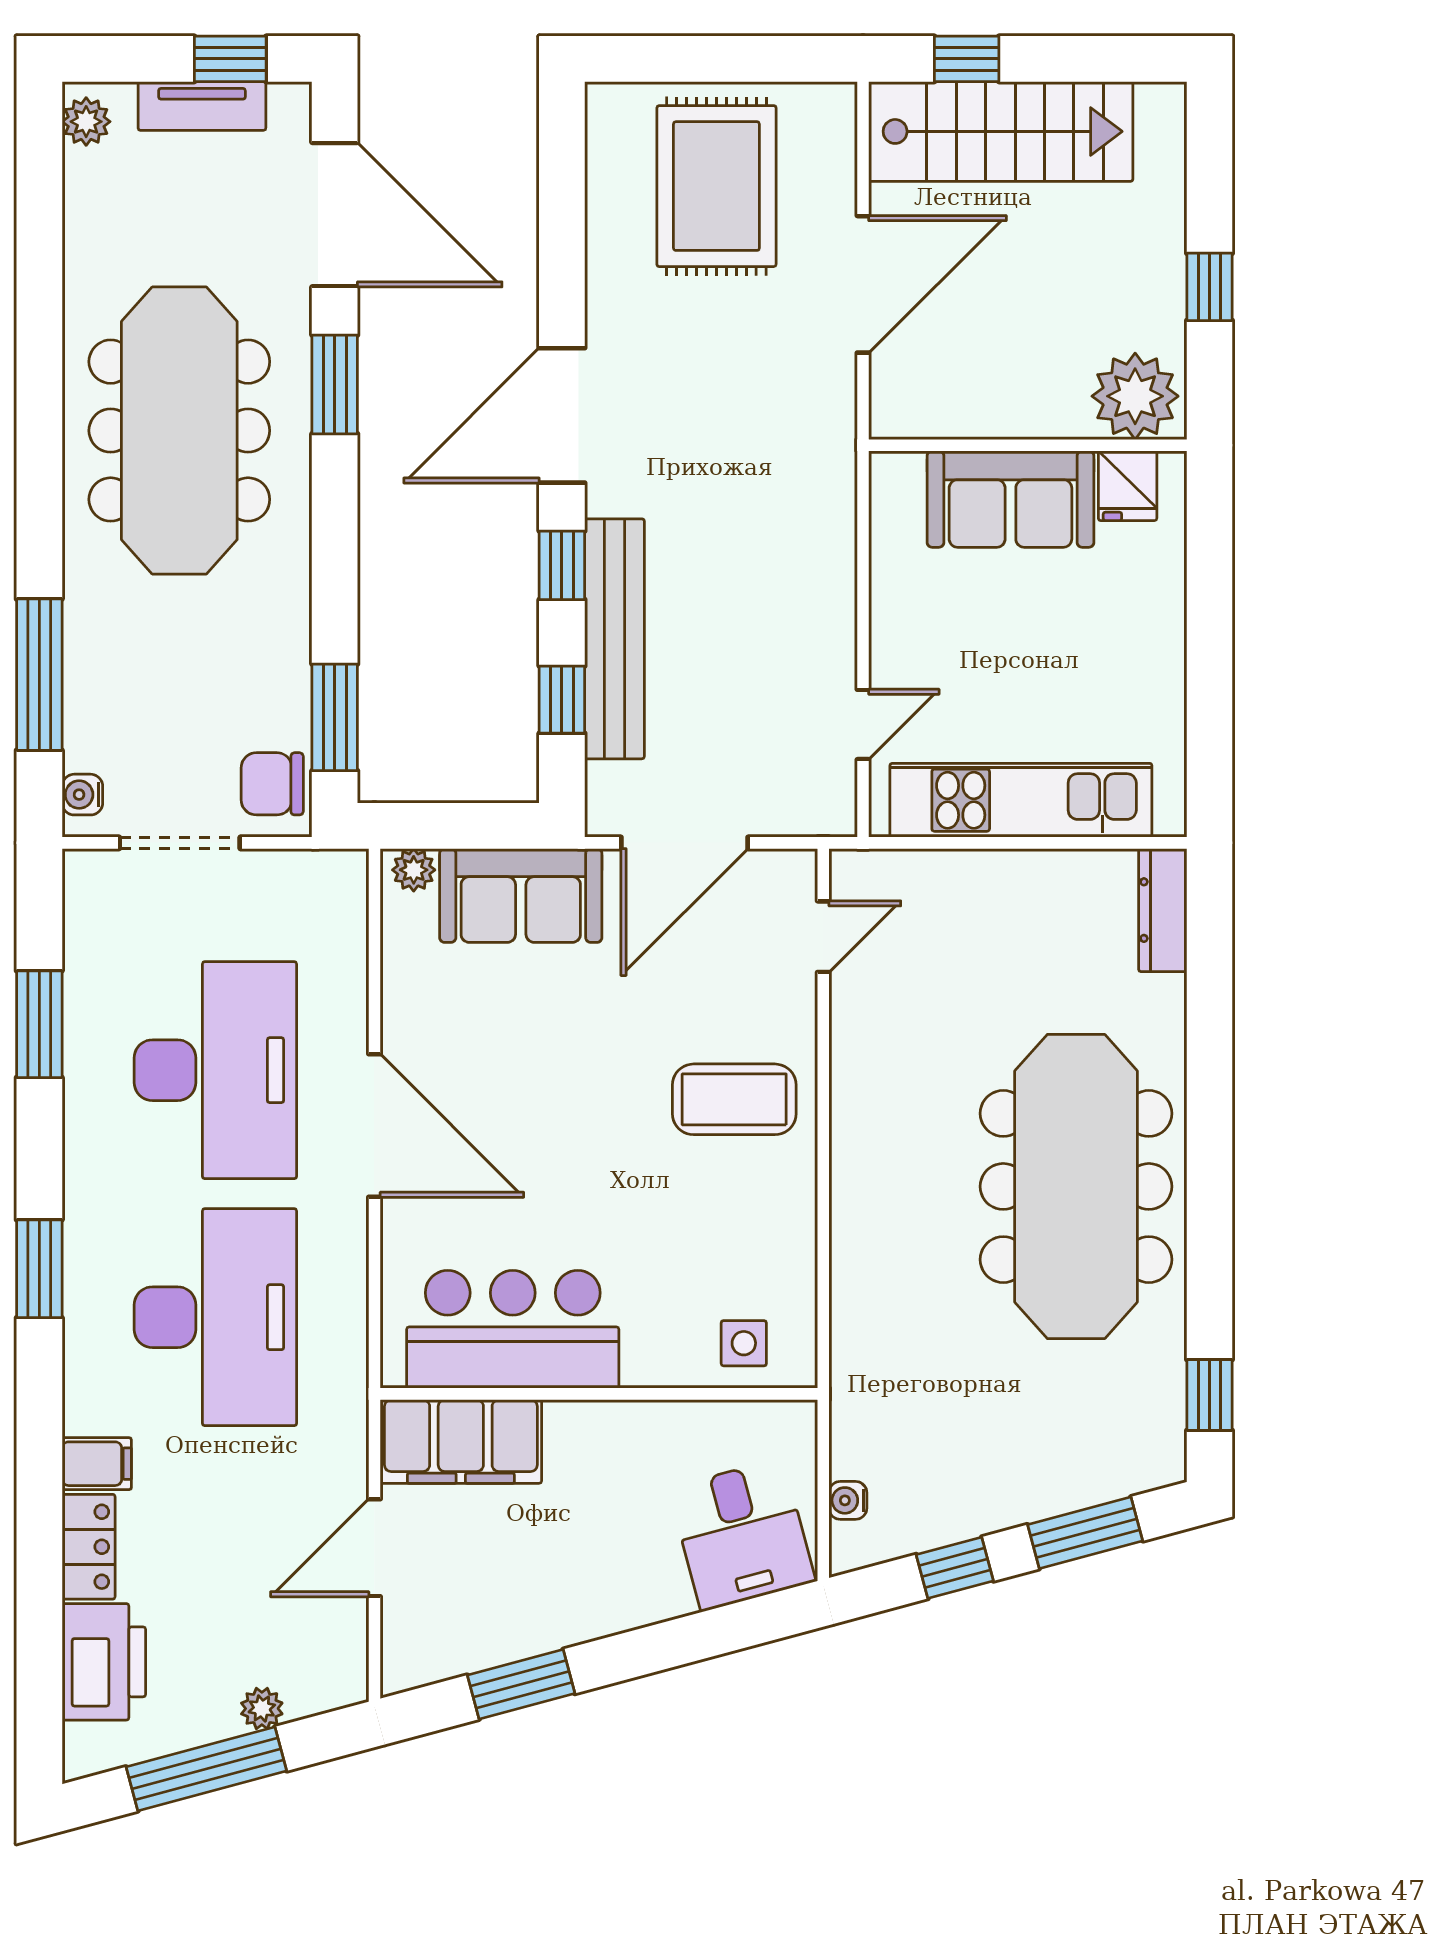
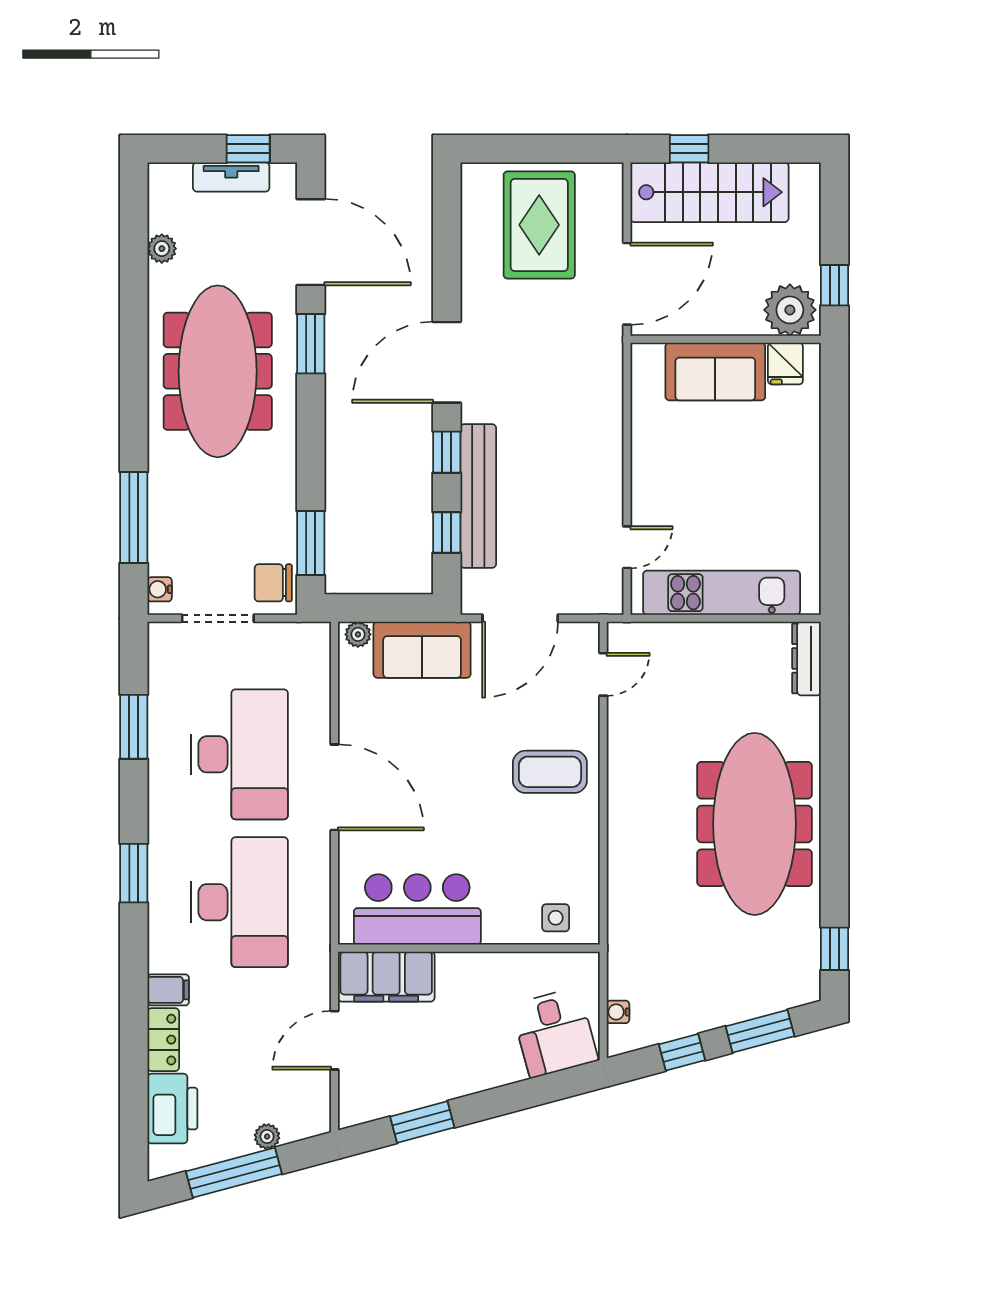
plant: (86, 122) -> (162, 249), moved
plant: (1135, 396) -> (790, 310), moved
wall: (1028, 445) -> (726, 339), moved
fridge: (1128, 486) -> (785, 364), moved
sofa: (1010, 499) -> (715, 372), moved

